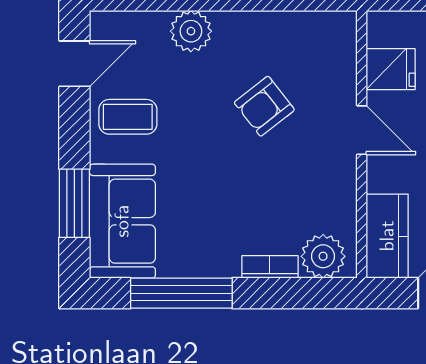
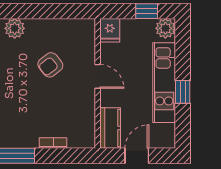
fridge: (391, 69) -> (110, 30), moved, turned 90
plant: (323, 256) -> (79, 138), removed

